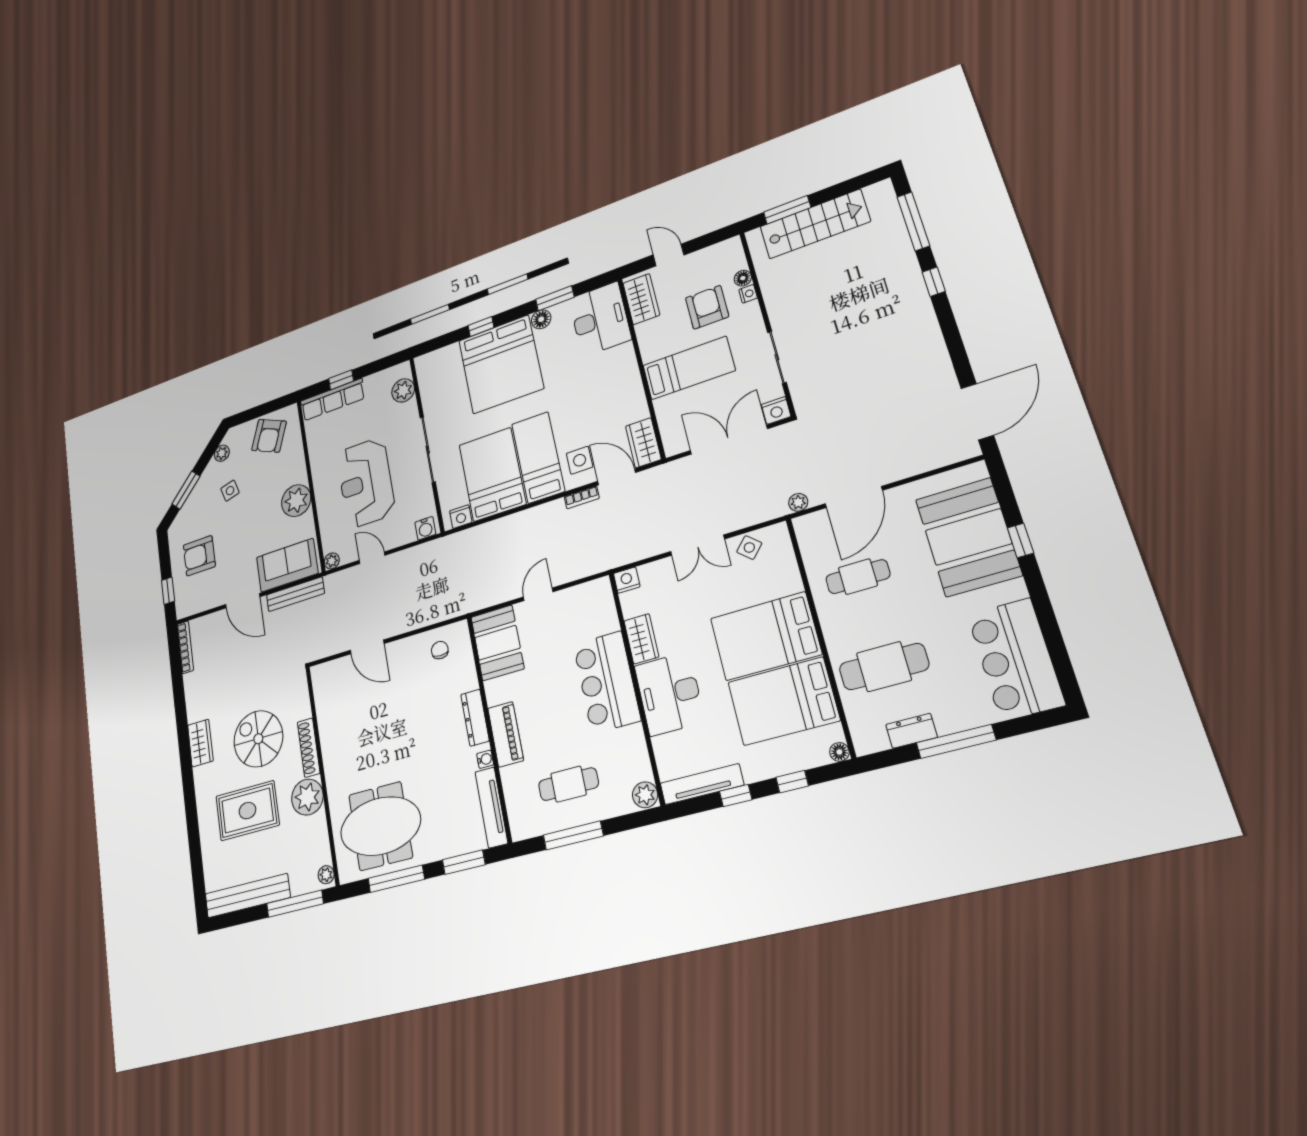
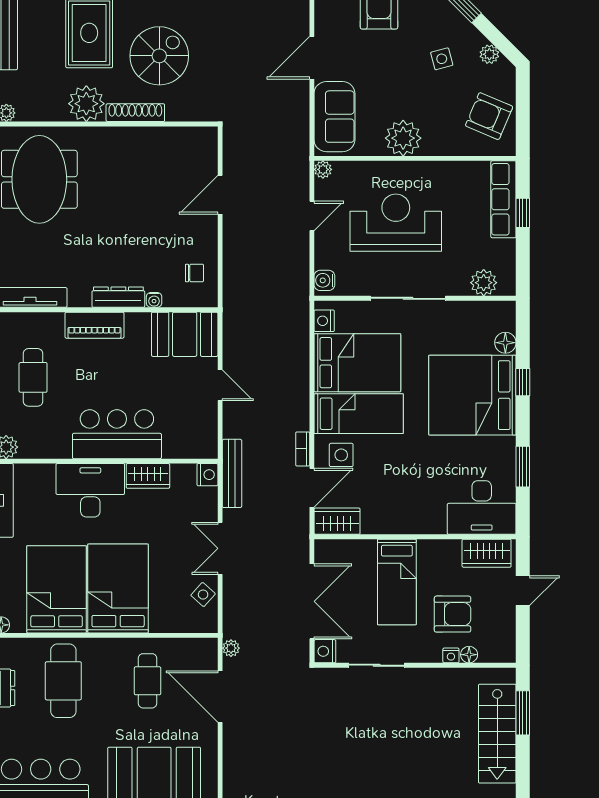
floor lamp: (541, 319) -> (505, 343), moved
bench: (295, 594) -> (232, 473), moved
water cooler: (485, 759) -> (154, 300), moved

